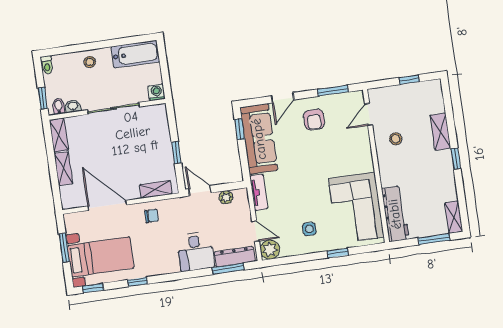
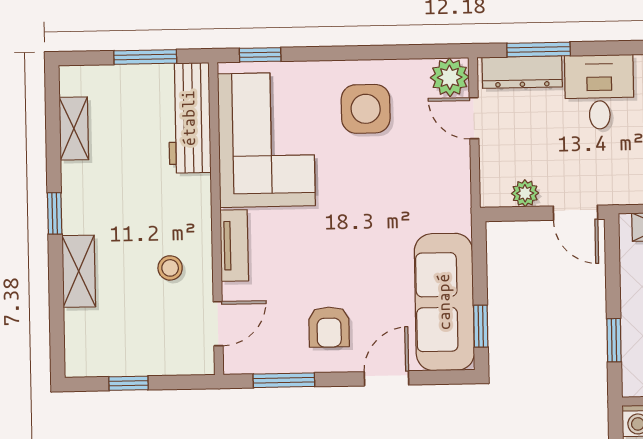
armchair: (314, 120) -> (329, 327), turned 180
window: (176, 152) -> (614, 340), moved
tv unit: (259, 192) -> (234, 246), moved, turned 180
shelving: (454, 217) -> (74, 128), moved
side table: (309, 229) -> (366, 109), width x1.87, depth x1.87
window: (434, 239) -> (145, 57), moved
window: (338, 253) -> (260, 55), moved

